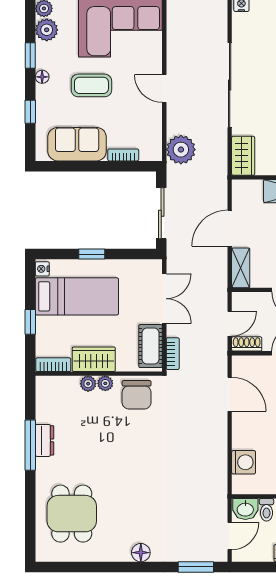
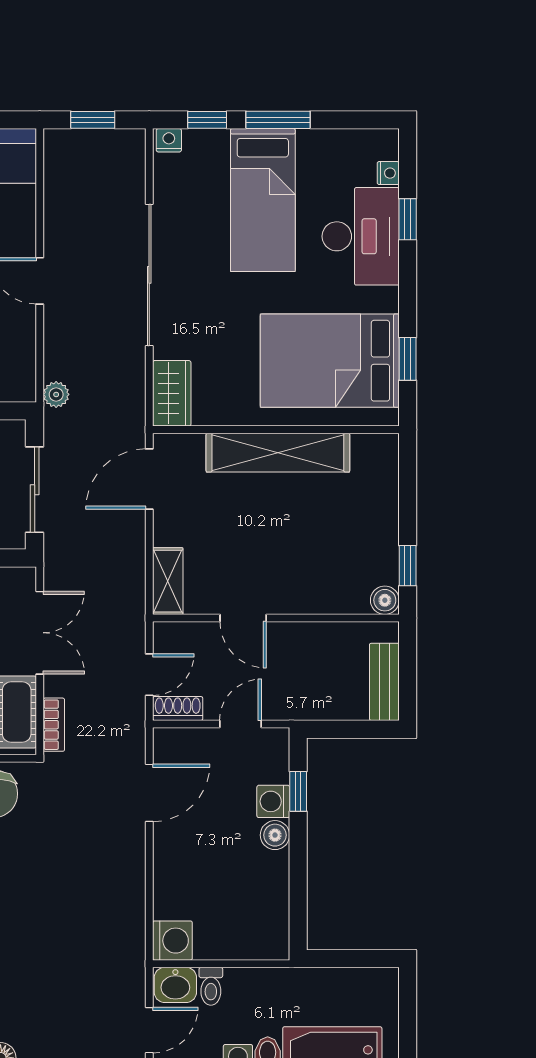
plant: (181, 150) -> (56, 394), width x0.53, depth x0.53
door: (230, 228) -> (149, 479), moved
door: (230, 394) -> (149, 793), hinge flipped
washing machine: (244, 462) -> (172, 941), moved

